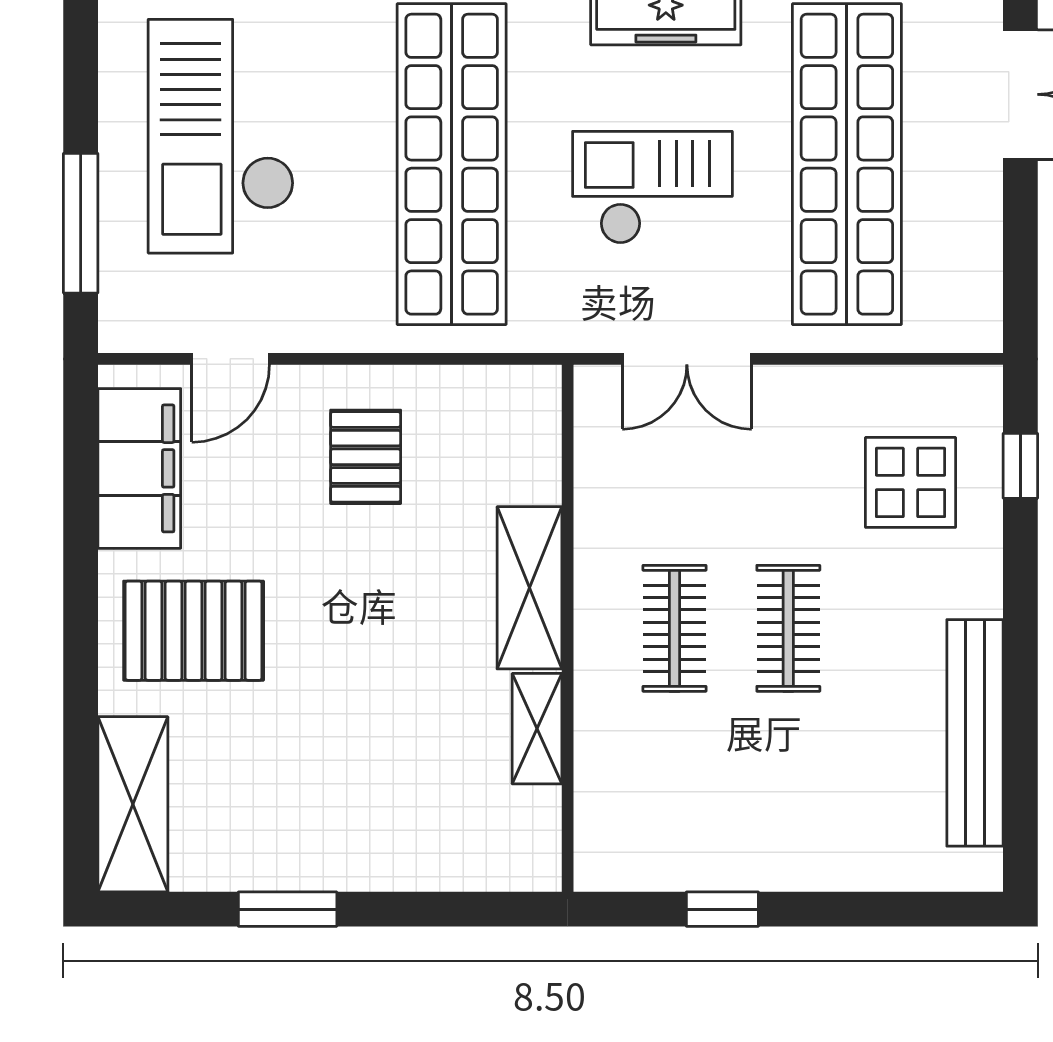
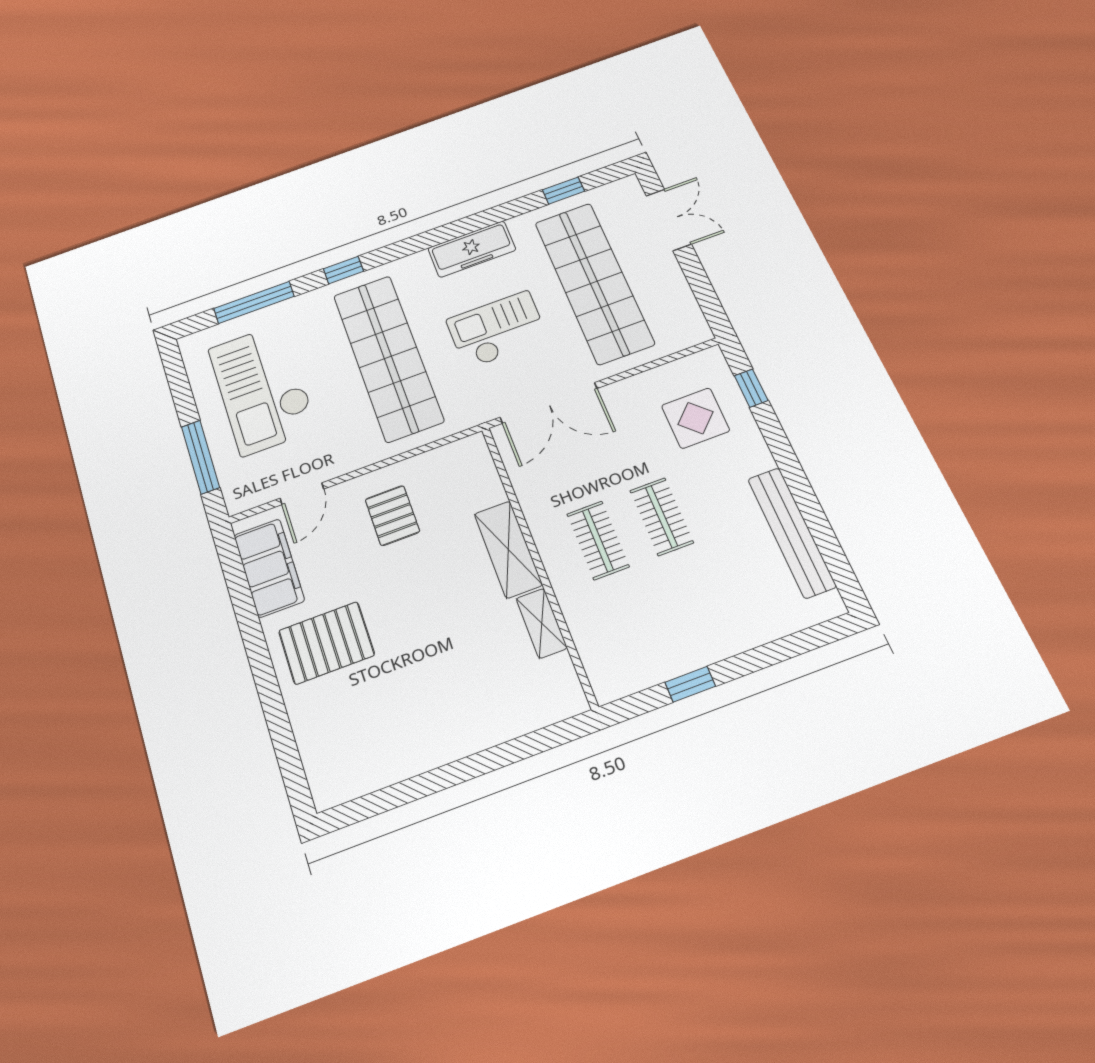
double door: (687, 359) -> (549, 403), width x1.37
shelving: (133, 804) -> (322, 754), removed
window: (288, 909) -> (433, 781), removed

